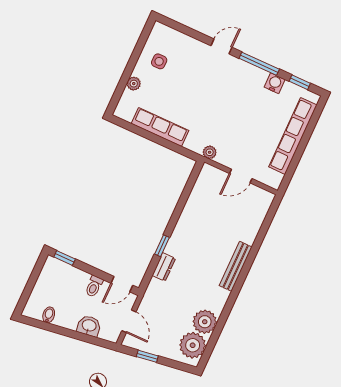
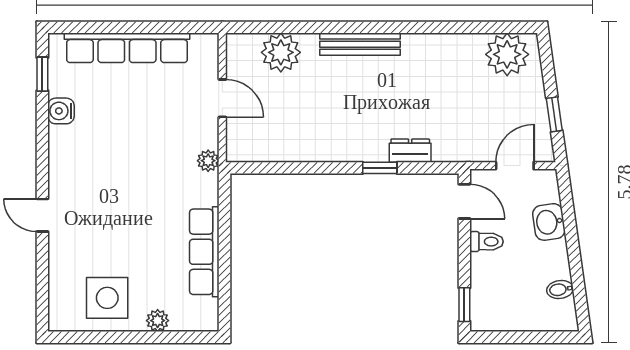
side table: (159, 61) -> (107, 298), width x1.87, depth x1.87
window: (259, 64) -> (42, 147), removed
plant: (205, 322) -> (281, 52), moved

